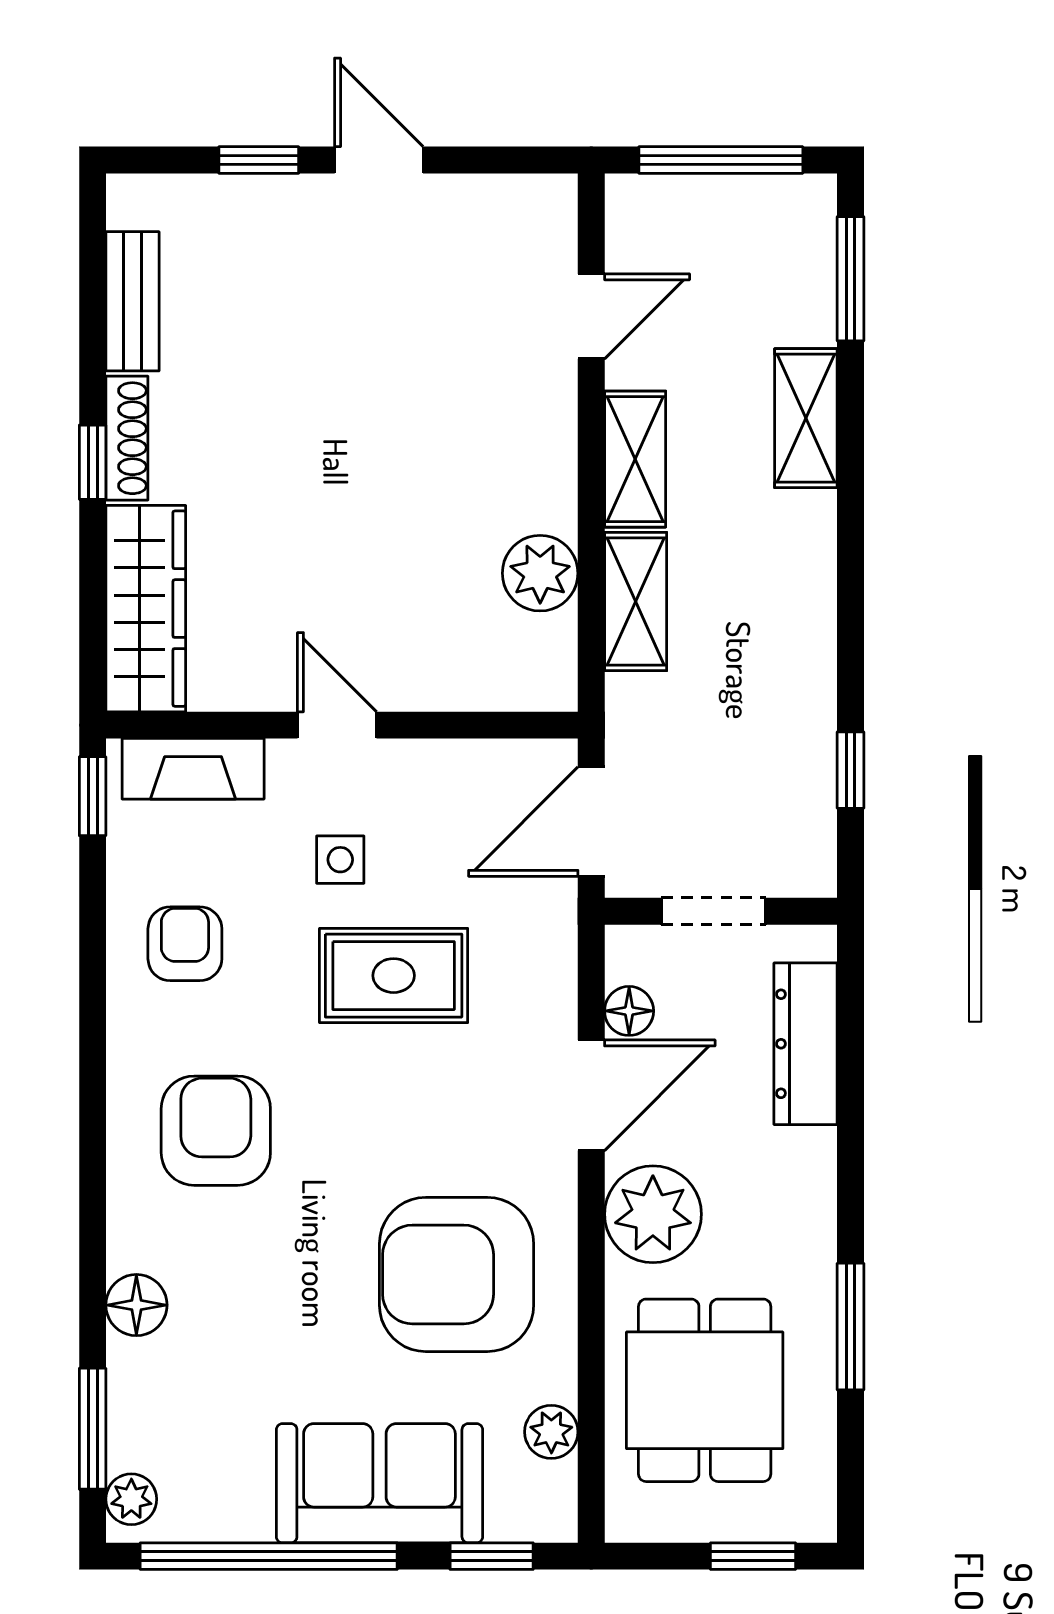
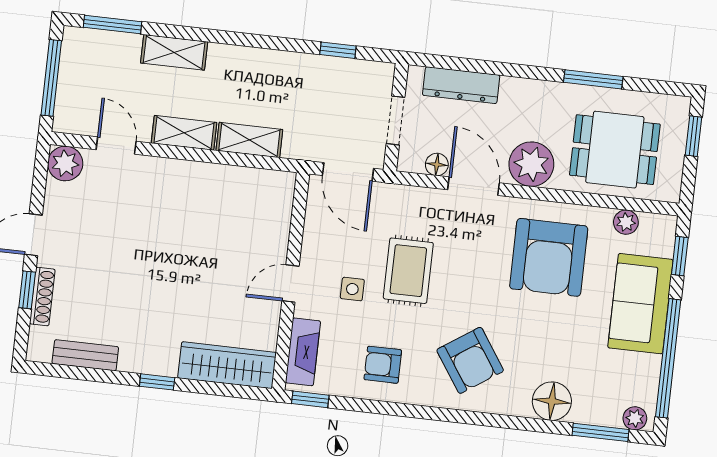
shoe rack: (127, 438) -> (42, 297), moved, turned 90
plant: (540, 573) -> (65, 163), moved
armchair: (216, 1131) -> (470, 360), turned -124
floor lamp: (136, 1305) -> (552, 401), width x1.38, depth x1.38

